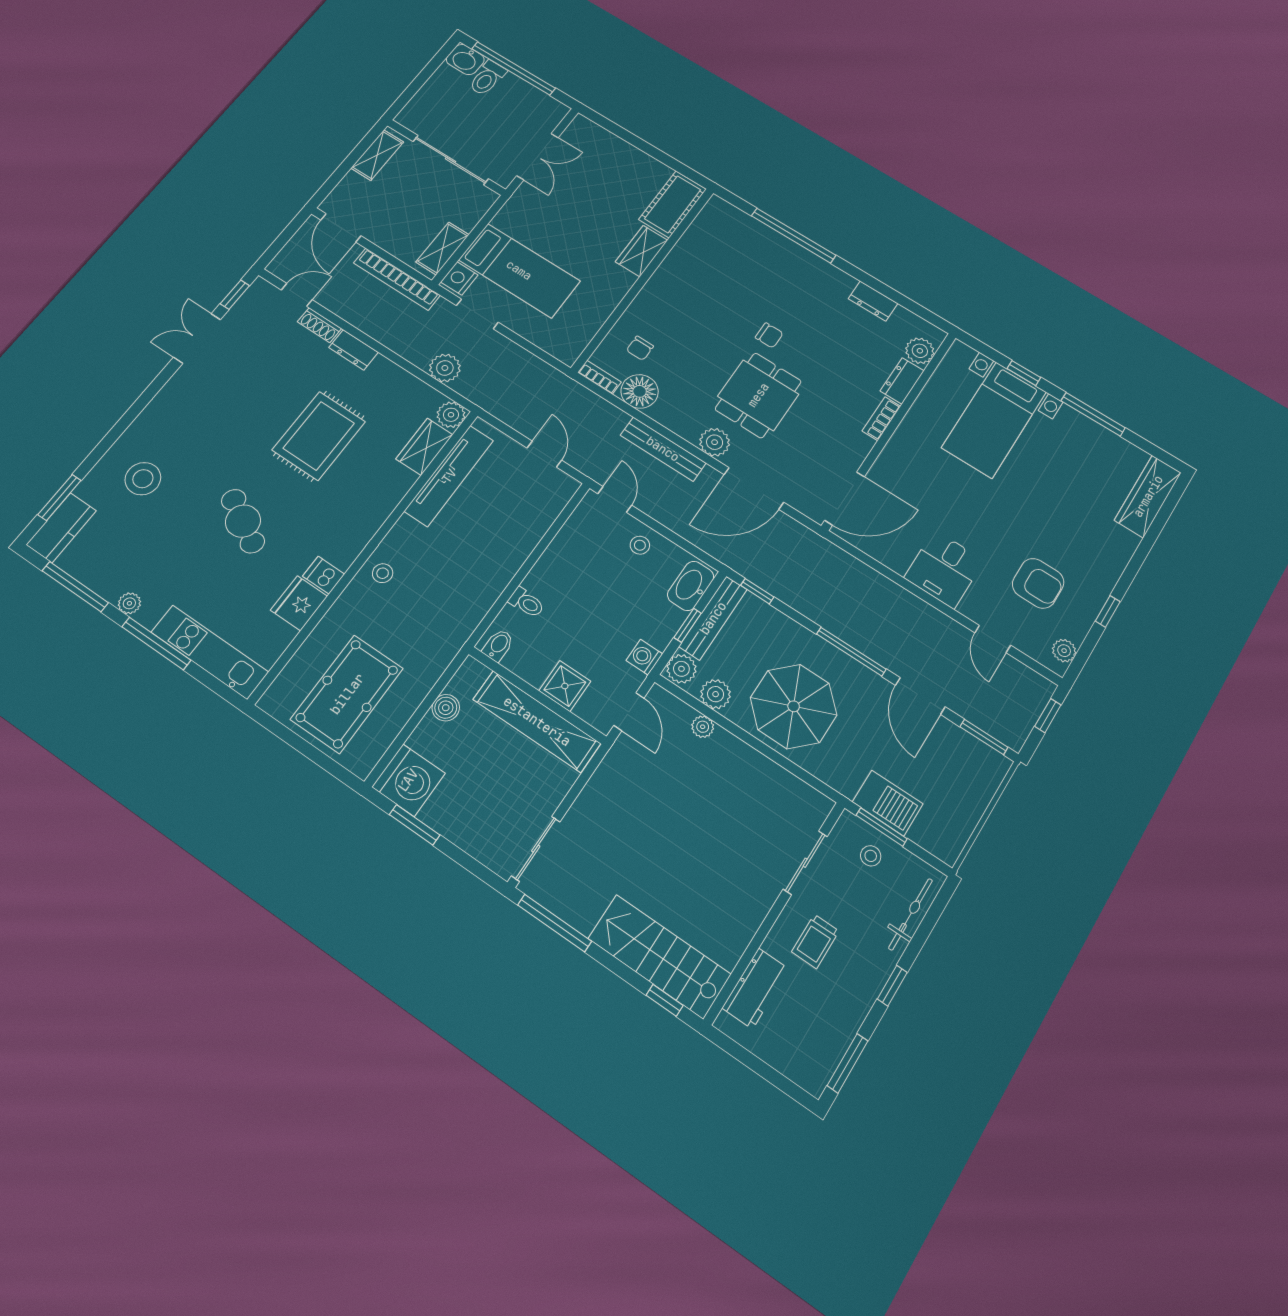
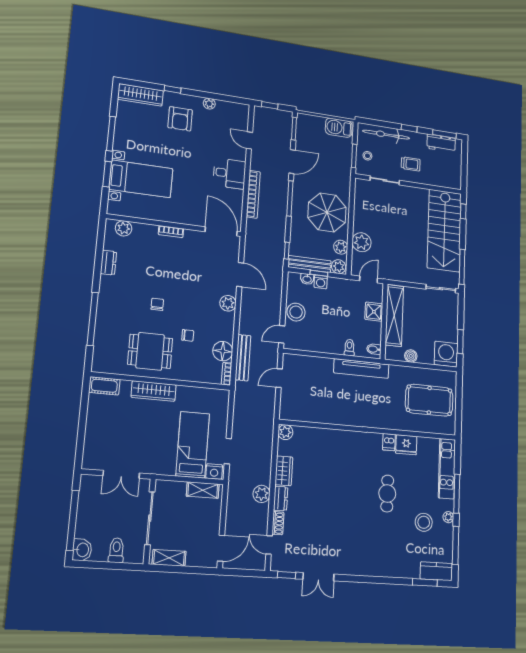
toilet: (487, 78) -> (116, 550), moved, turned -90
double door: (537, 157) -> (121, 474), swing flipped
cot: (673, 204) -> (104, 386), width x0.73, depth x0.75
wardrobe: (642, 251) -> (154, 391), width x1.50
bookcase: (397, 279) -> (253, 194), moved
chair: (640, 348) -> (188, 335), moved
plant: (445, 368) -> (262, 494), moved
window: (1024, 373) -> (107, 174), width x1.50
dresser: (902, 381) -> (145, 230), removed
dining table: (758, 395) -> (150, 351), moved
rug: (319, 436) -> (331, 486), removed
wardrobe: (424, 447) -> (284, 471), moved, turned -90
bench: (663, 449) -> (243, 358), moved
tv unit: (449, 476) -> (361, 369), moved, turned 180
stool: (143, 479) -> (424, 522), moved
door: (754, 488) -> (240, 275), width x0.73
cafe table: (243, 521) -> (387, 493), turned -30
stool: (640, 545) -> (296, 312), width x1.89, depth x1.89
stool: (383, 573) -> (373, 417), removed
armchair: (1038, 583) -> (180, 119), moved, turned 180
washbasin: (691, 586) -> (307, 279), width x0.52, depth x0.69
window: (1108, 611) -> (173, 89), moved
door: (993, 639) -> (249, 140), swing flipped
plant: (1064, 651) -> (209, 104), moved
washing machine: (644, 657) -> (321, 282), moved
plant: (703, 727) -> (361, 242), width x1.88, depth x1.88
barbecue: (888, 803) -> (339, 128), moved, turned -90
bicycle: (911, 914) -> (386, 135), width x1.37, depth x1.40
stairs: (659, 956) -> (444, 230), width x1.36, depth x1.51
workbench: (755, 988) -> (441, 143), moved, turned 180

